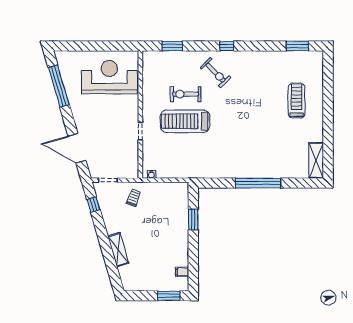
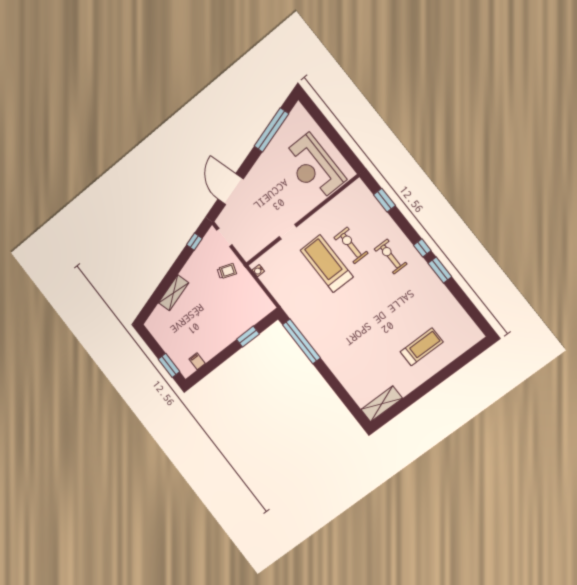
window: (297, 46) -> (440, 270), moved
exercise bike: (215, 73) -> (391, 256), turned 135
reception desk: (109, 77) -> (314, 167), turned 180
window: (258, 183) -> (301, 341), moved

